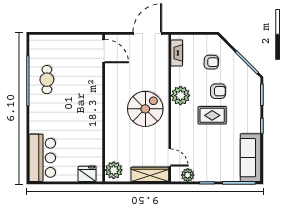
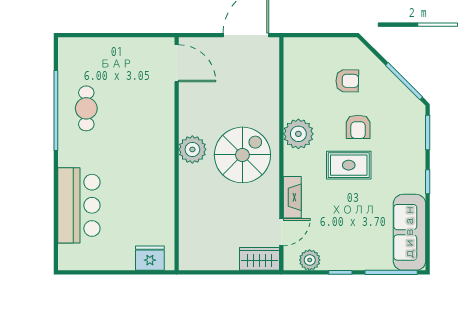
fireplace: (177, 53) -> (292, 197), moved
armchair: (218, 91) -> (358, 127), turned 90
bar counter: (42, 158) -> (79, 205), moved
door: (170, 158) -> (281, 232), hinge flipped
plant: (114, 170) -> (192, 149), moved
wardrobe: (150, 174) -> (260, 259), width x0.67

